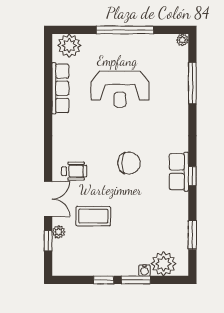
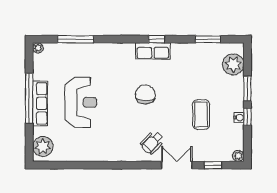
row of seats: (60, 88) -> (40, 103), moved, turned 90
wheelchair: (74, 171) -> (152, 142), turned -136
coffee table: (93, 216) -> (201, 114), moved
plant: (59, 232) -> (238, 156), moved
water cooler: (144, 270) -> (239, 117), moved

